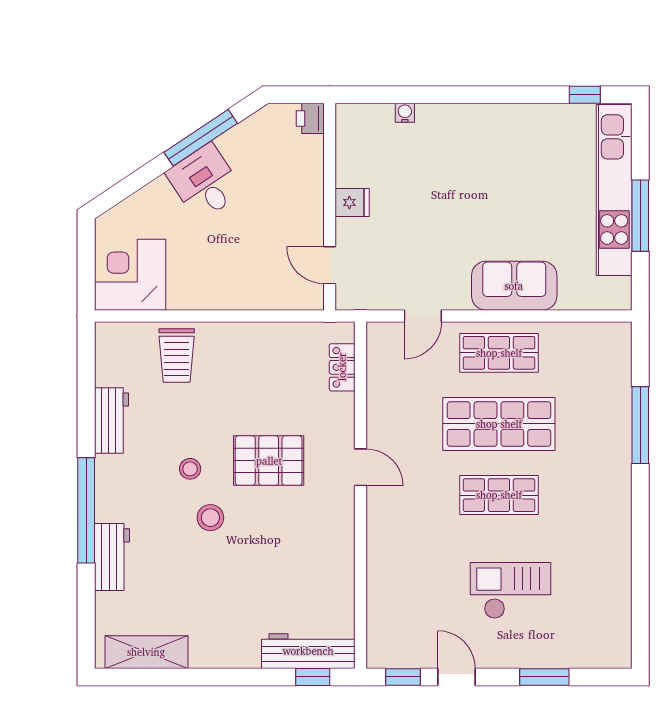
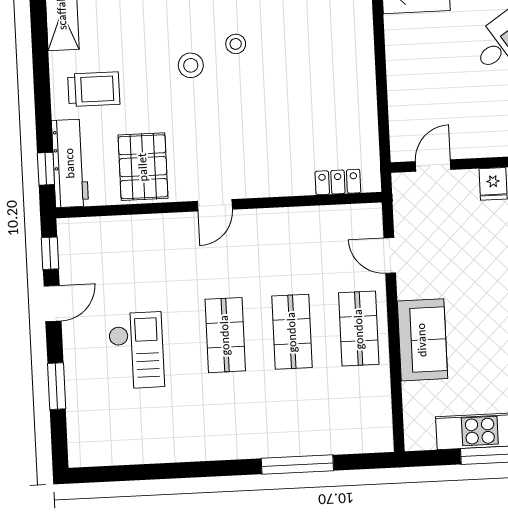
trolley: (177, 355) -> (94, 89), moved, turned 180
shop shelf: (499, 424) -> (292, 332), width x0.70, depth x0.74
pallet: (269, 461) -> (143, 167), moved
door: (360, 467) -> (215, 205), moved

